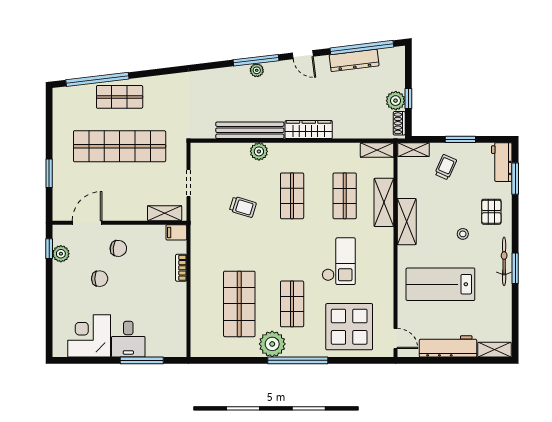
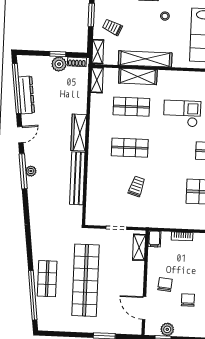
plant: (259, 151) -> (94, 172), removed
shelving: (407, 222) -> (145, 59), width x1.47

